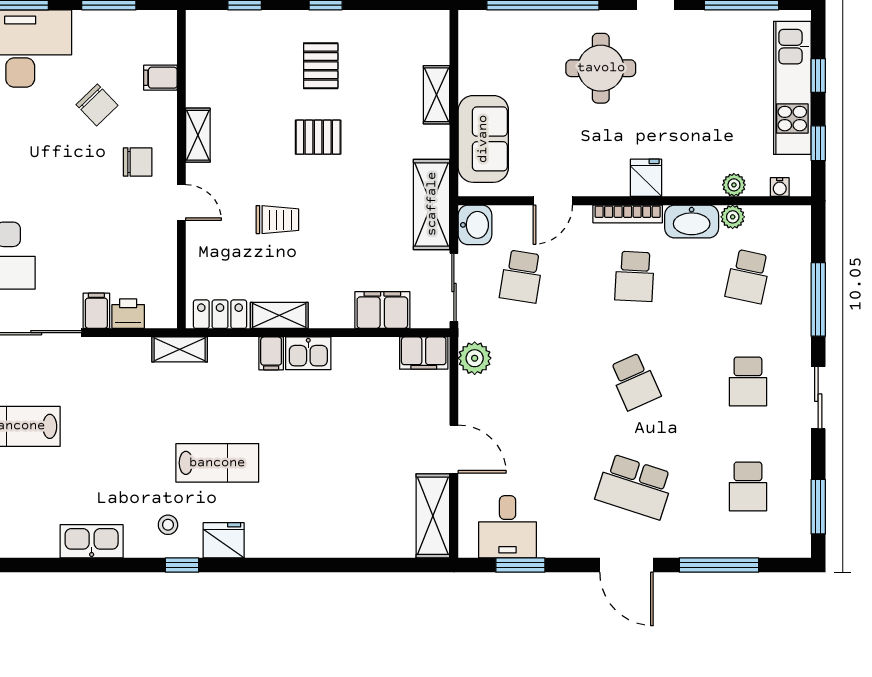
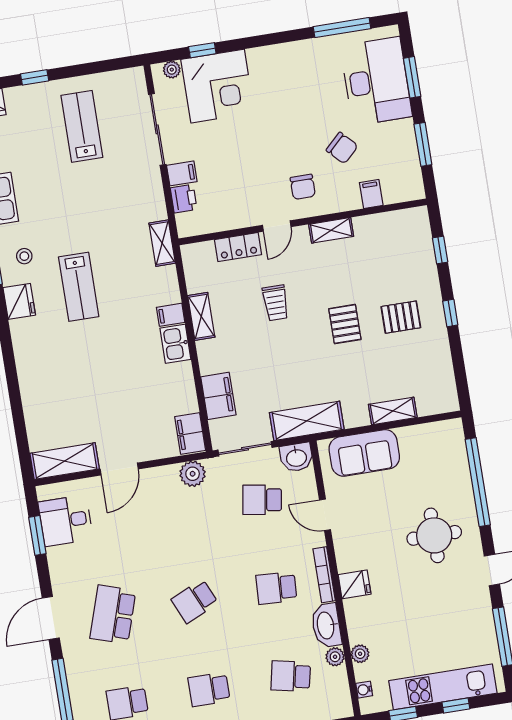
chair: (97, 105) -> (342, 148), turned -90
locker: (220, 314) -> (238, 247), moved, turned 90

